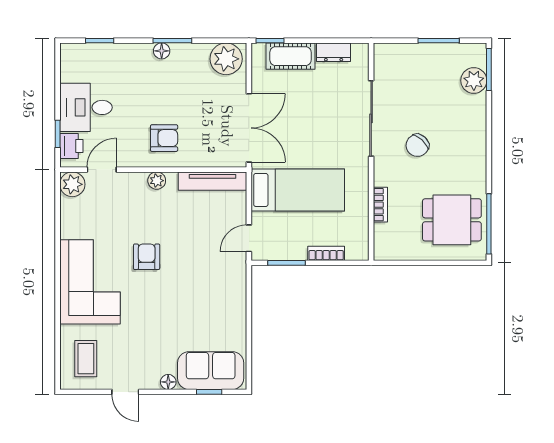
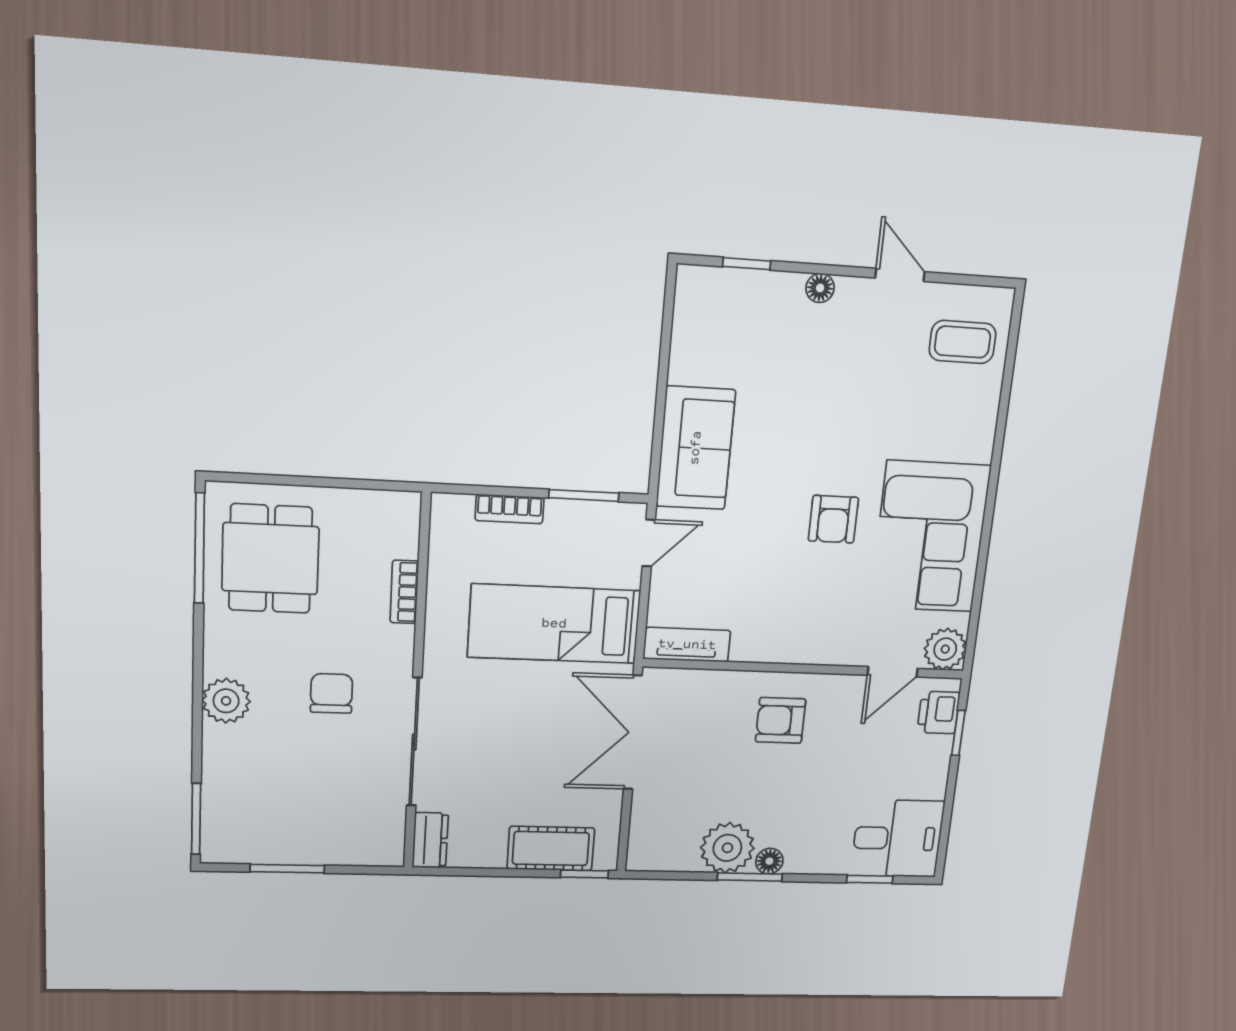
dresser: (334, 52) -> (430, 840), moved, turned 90
plant: (226, 59) -> (727, 848), moved
plant: (474, 81) -> (226, 701), moved
desk: (86, 107) -> (898, 838), moved
chair: (417, 145) -> (331, 693), turned -43
plant: (157, 181) -> (801, 650), removed
tv unit: (212, 181) -> (687, 645), width x0.71
dining table: (452, 220) -> (270, 559), turned 90
corner sofa: (90, 282) -> (930, 537), moved
coffee table: (86, 359) -> (963, 342), turned 90
sofa: (211, 371) -> (696, 448), moved, turned -90

